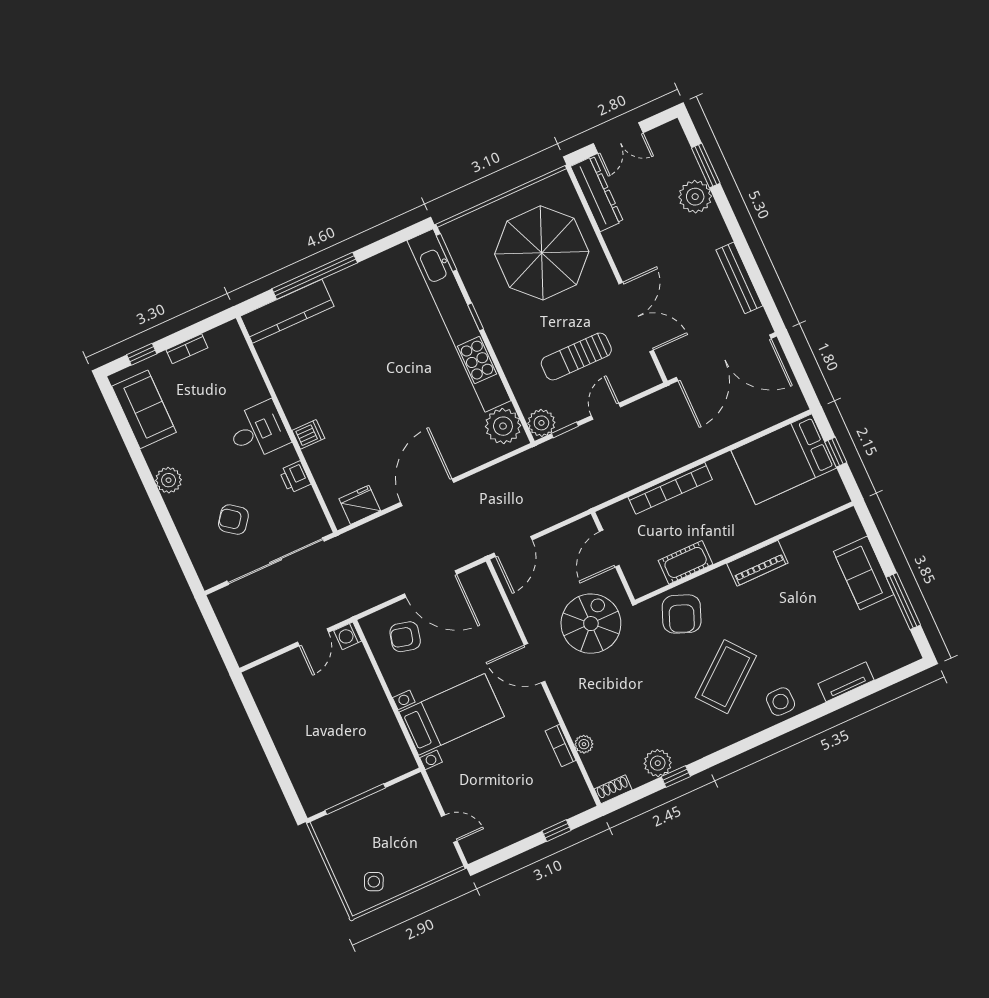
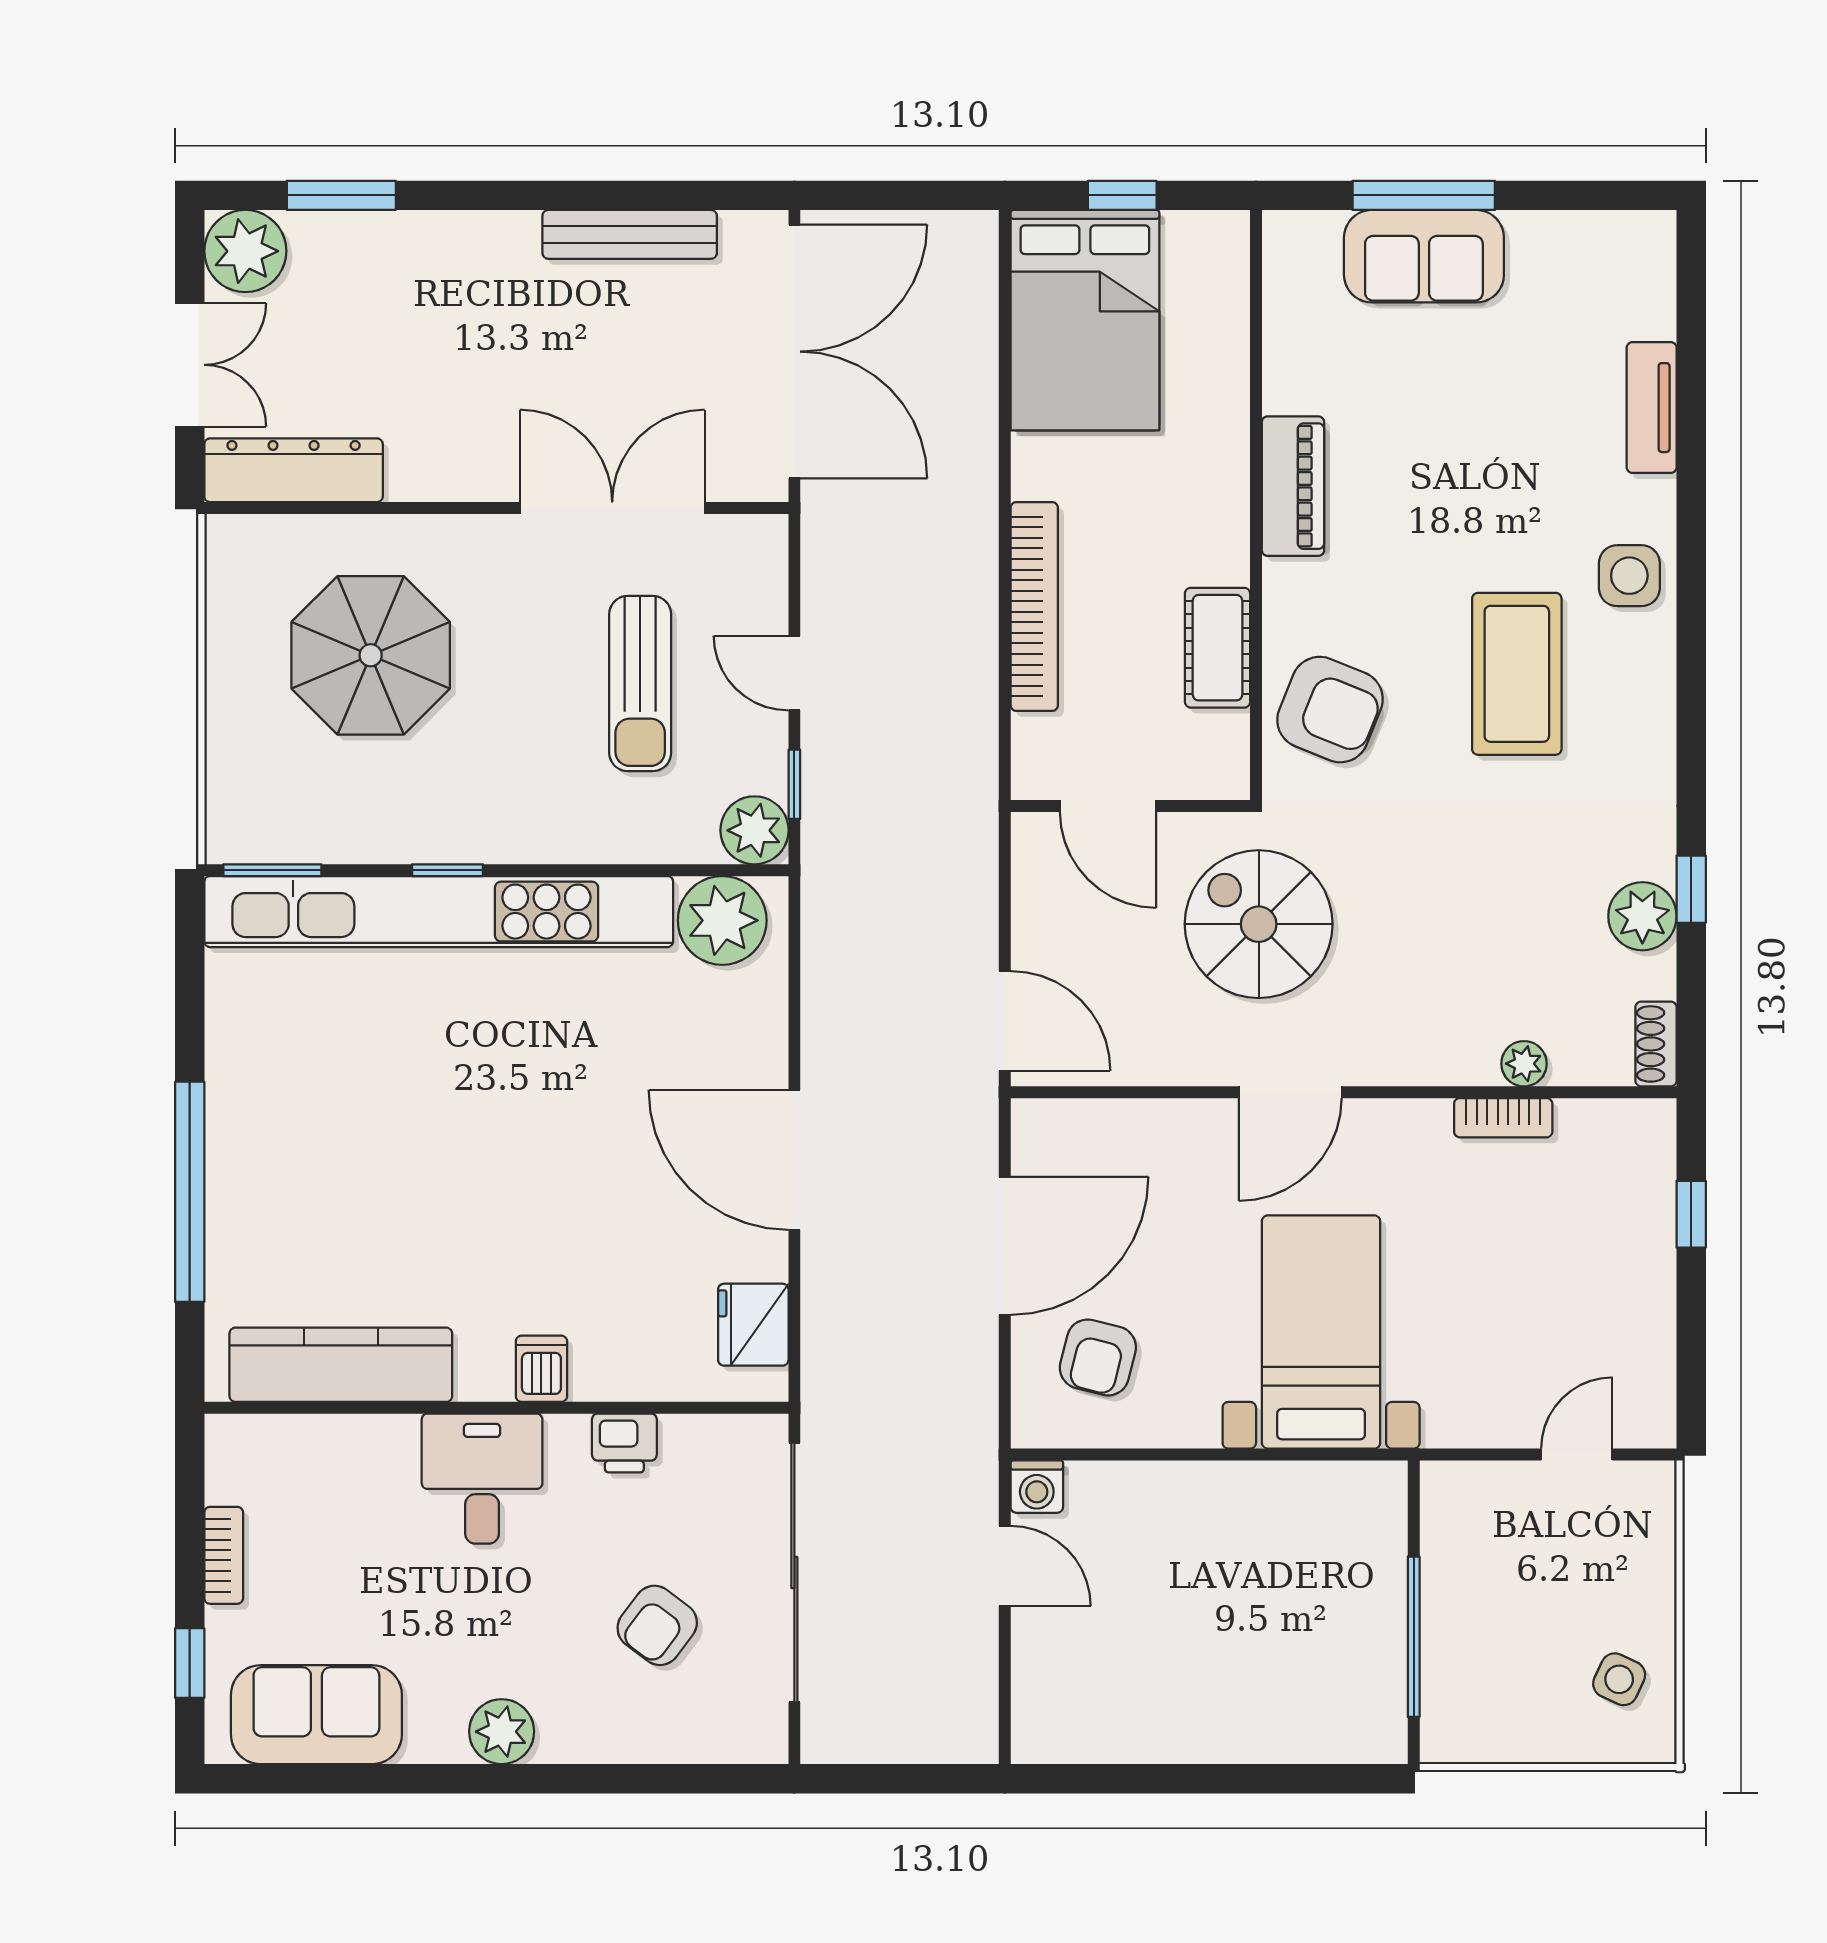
plant: (695, 197) -> (245, 251), moved
parasol: (542, 253) -> (371, 655), width x0.73, depth x0.73
kitchen counter: (287, 311) -> (341, 1365), moved, turned -90
window: (903, 601) -> (1424, 195), moved
coffee table: (726, 677) -> (1517, 674), turned 39

